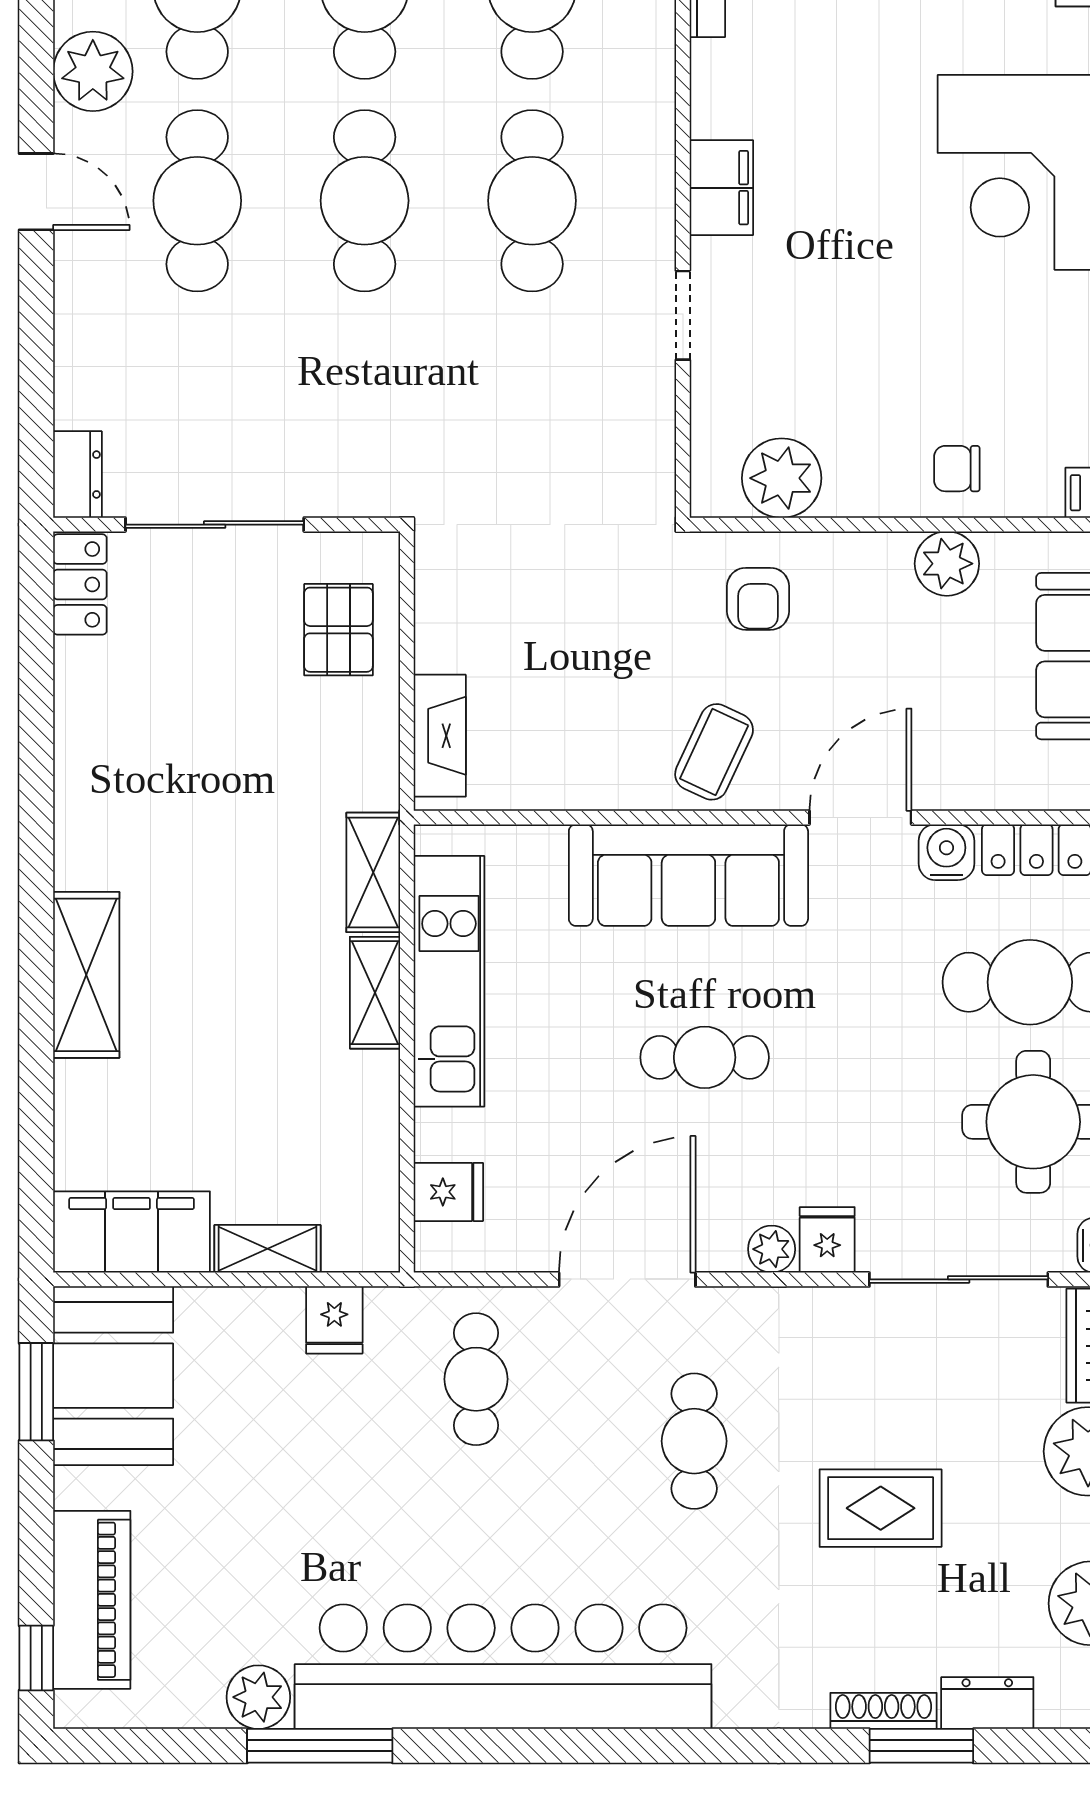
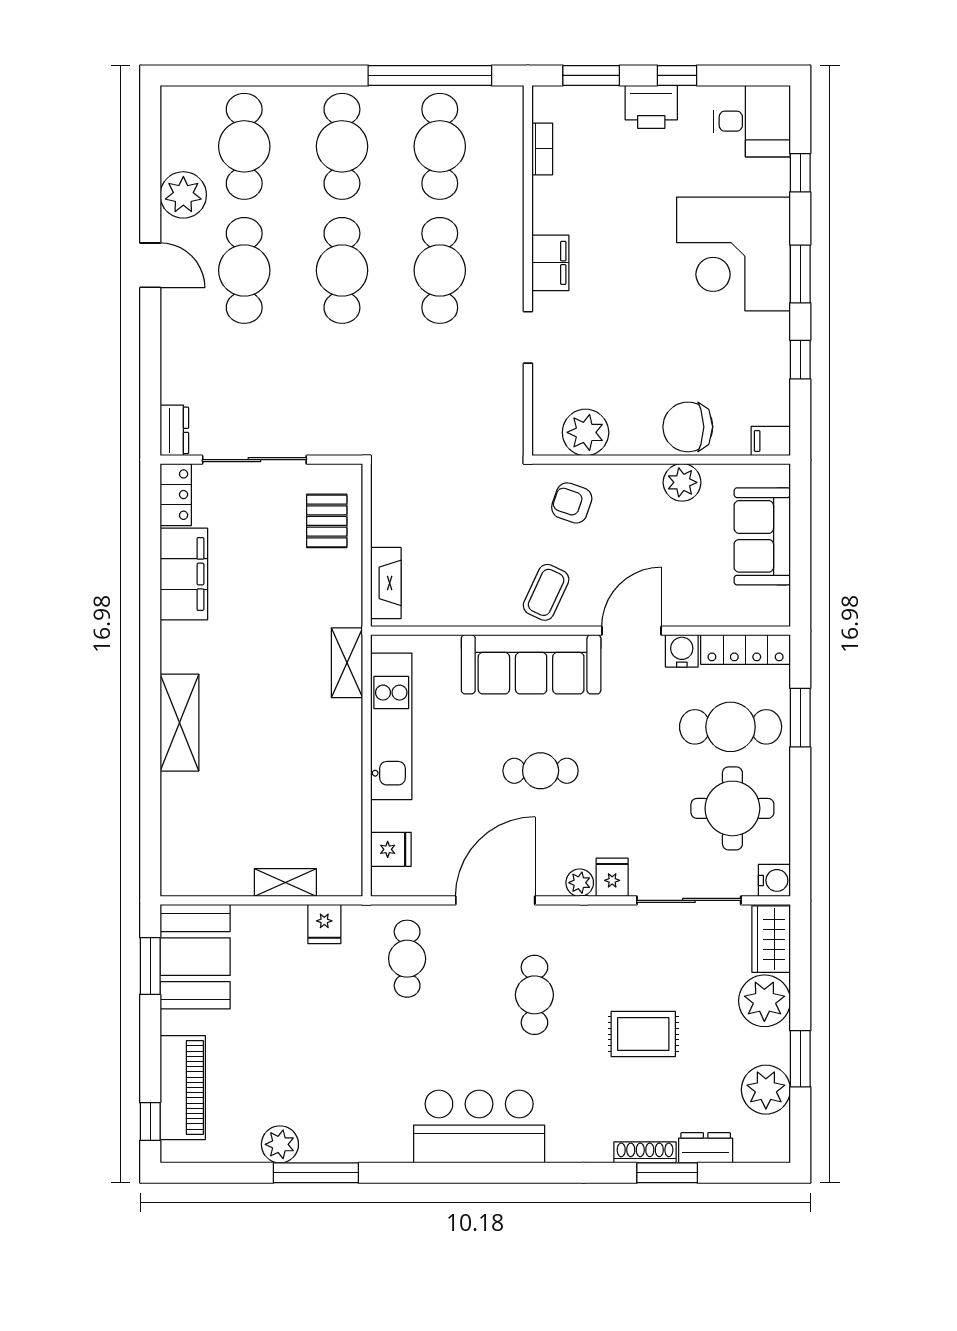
chair: (957, 469) -> (688, 427), width x1.87, depth x1.87
armchair: (758, 599) -> (572, 503), turned 109
shelving: (375, 993) -> (348, 733), removed
filing cabinet: (132, 1232) -> (184, 574), moved, turned 90
bar counter: (503, 1667) -> (479, 1127), width x0.54

